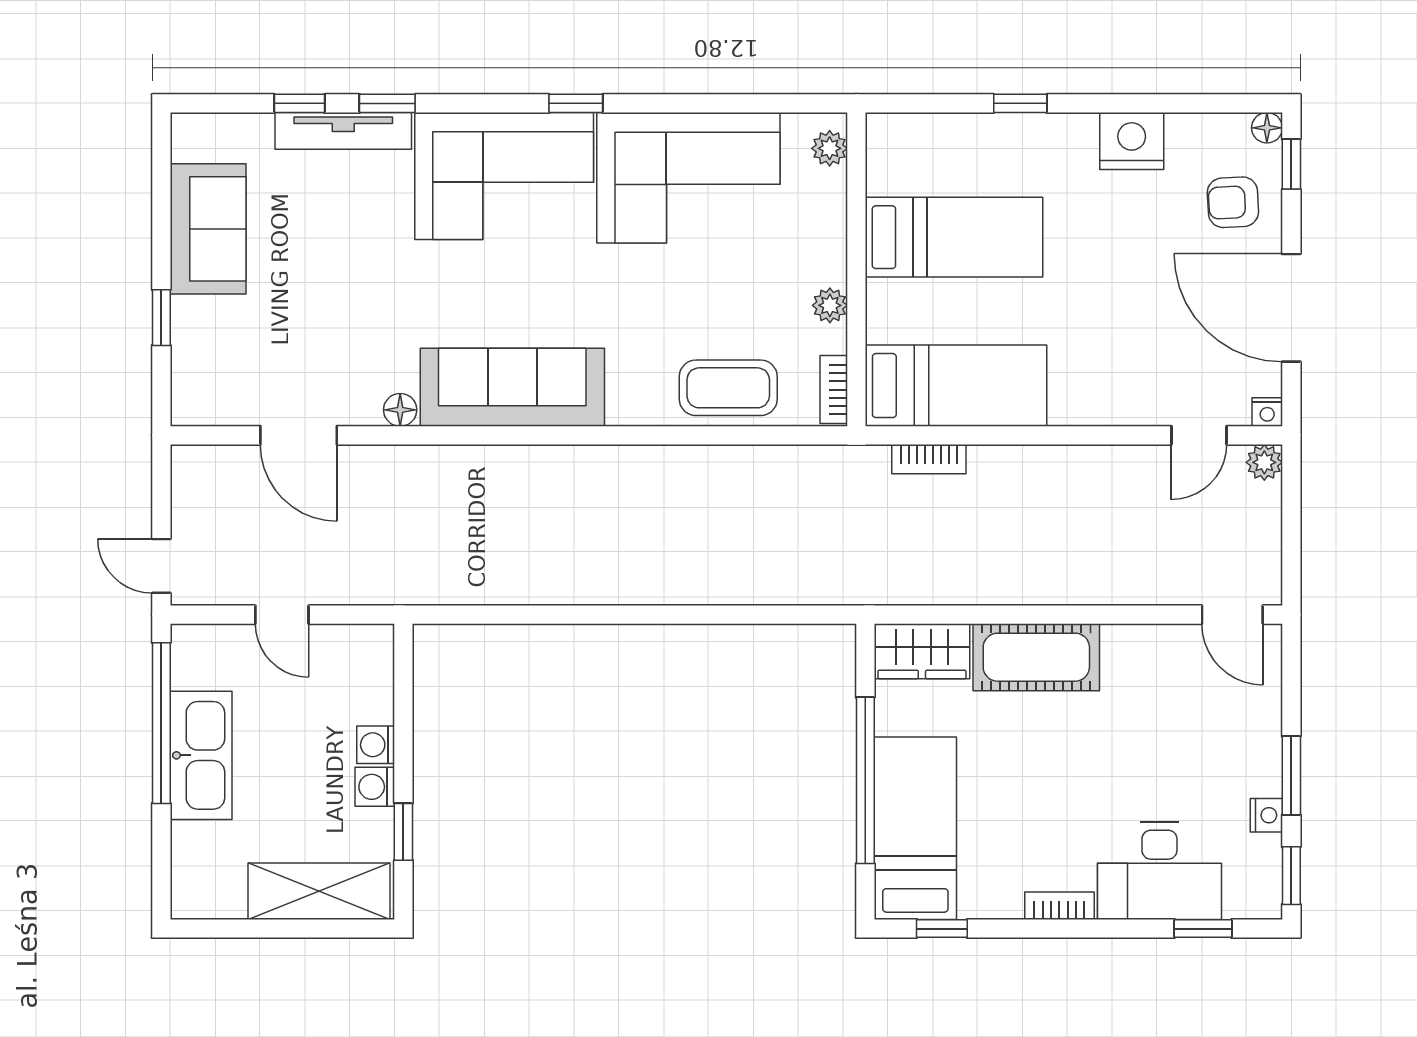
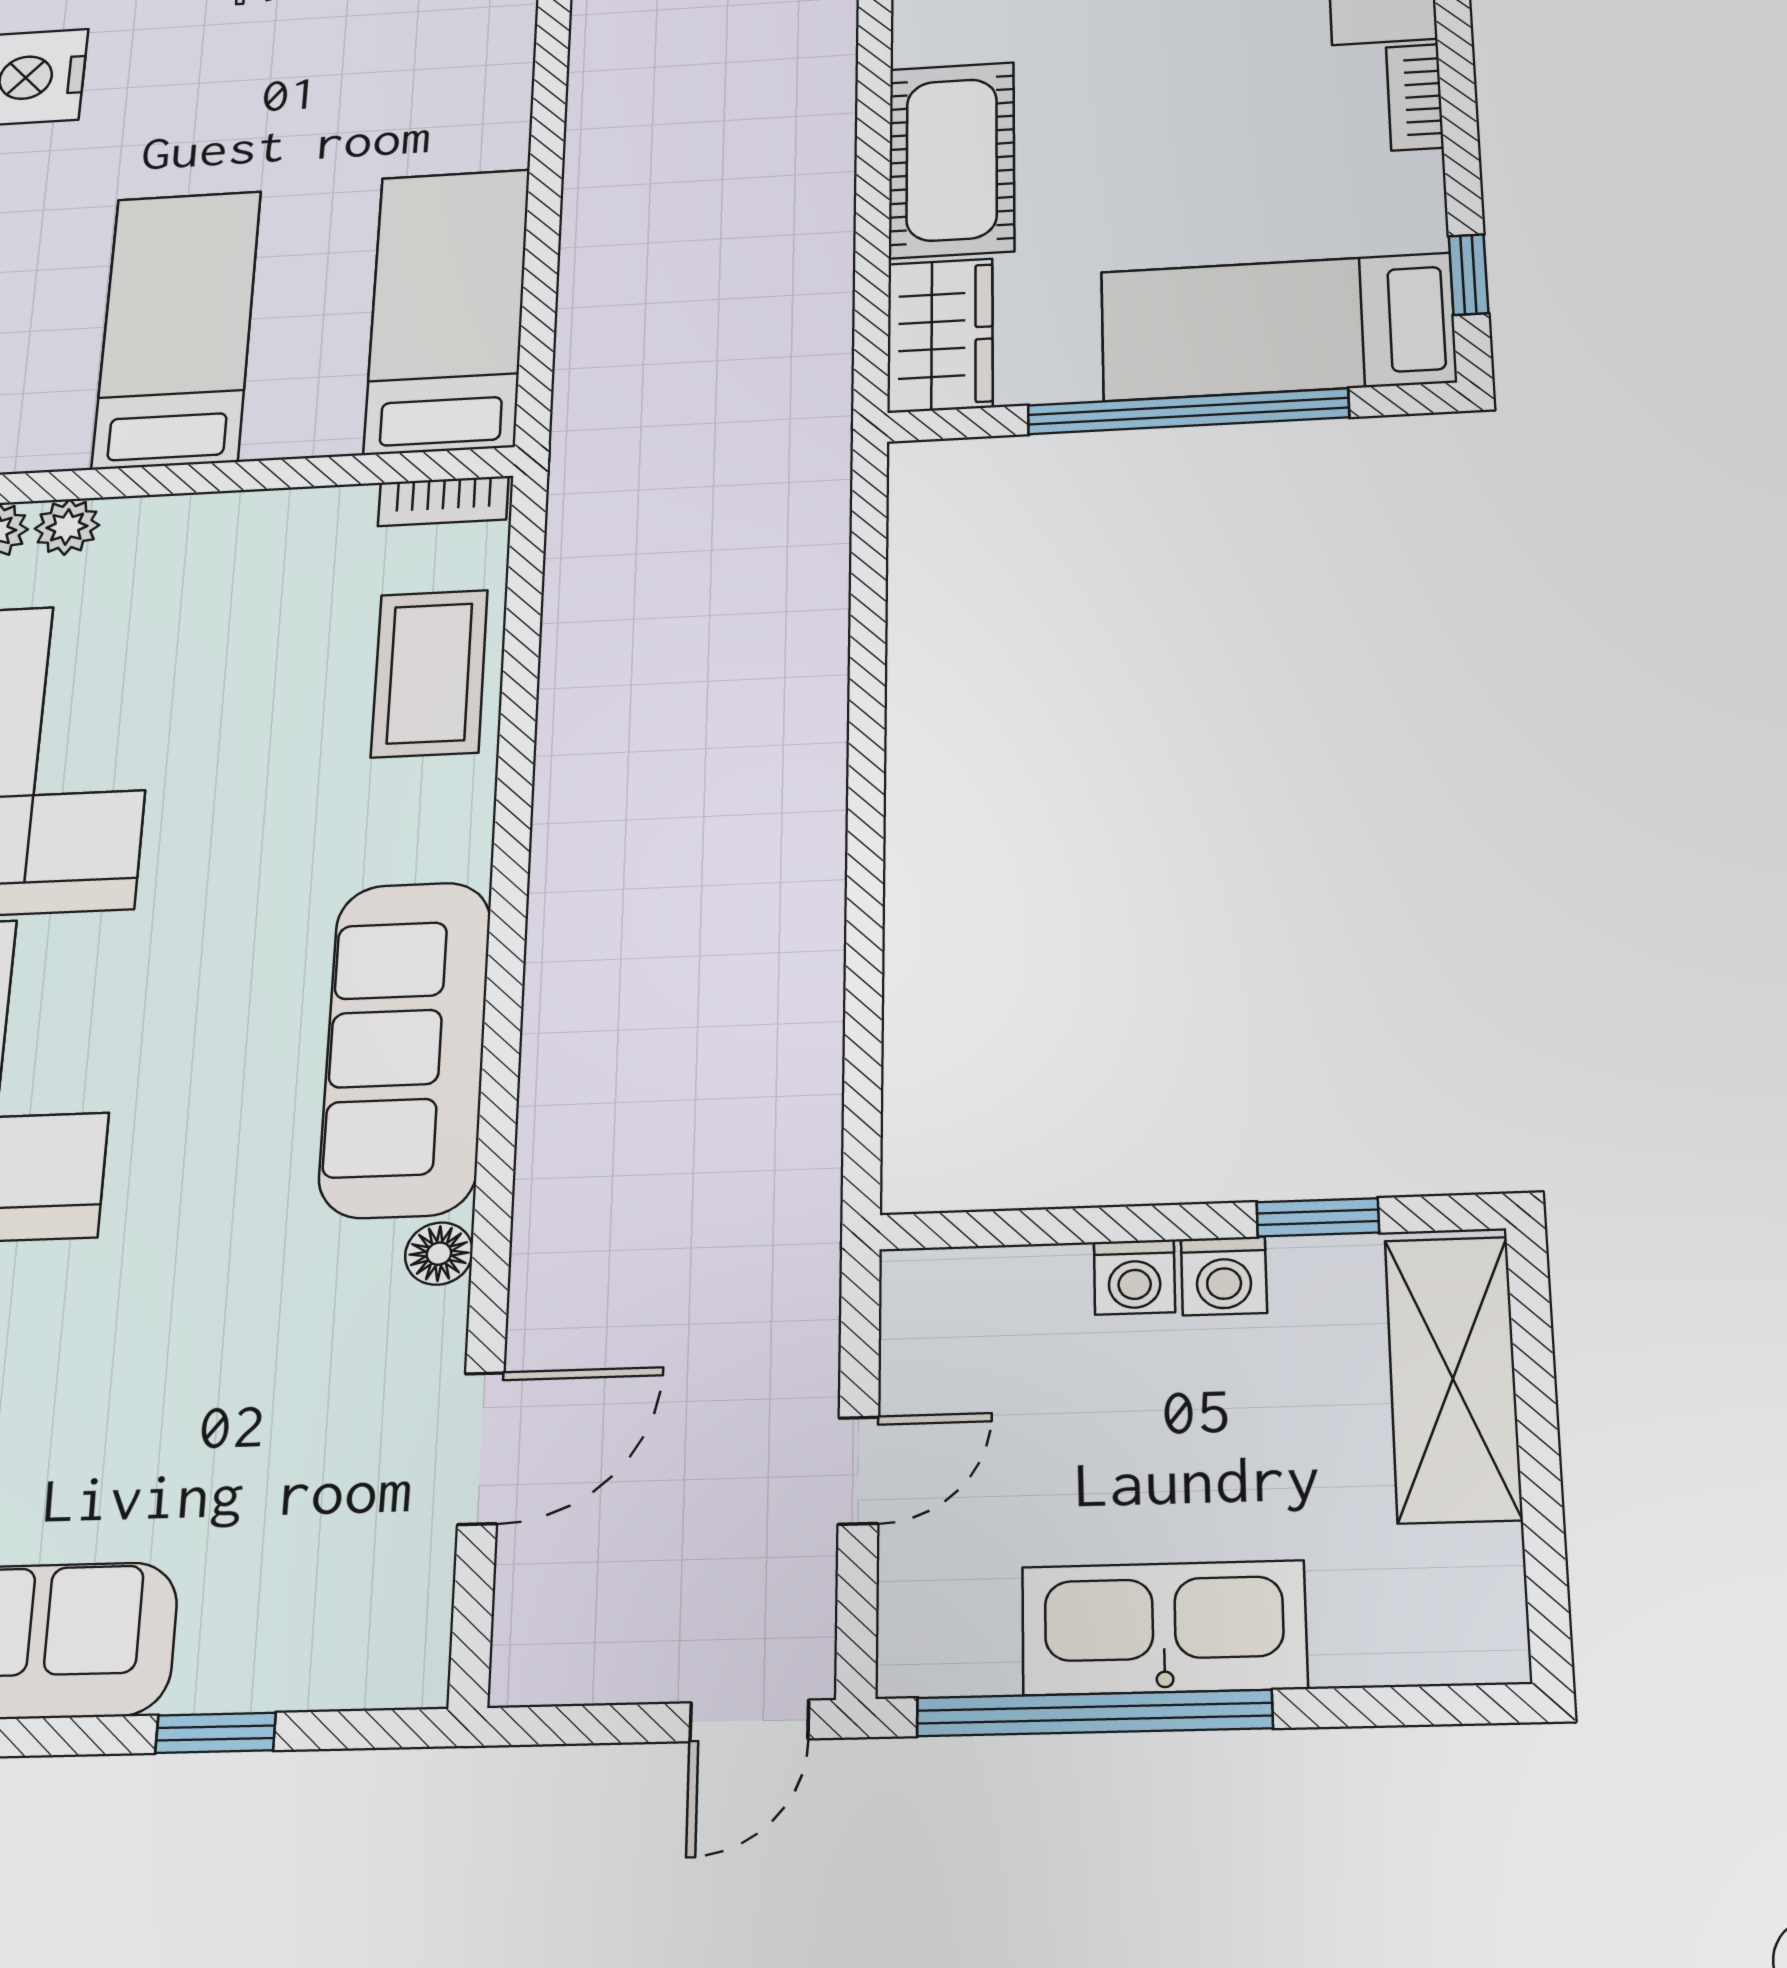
plant: (830, 305) -> (67, 527), moved
bookcase: (929, 459) -> (581, 344), removed

